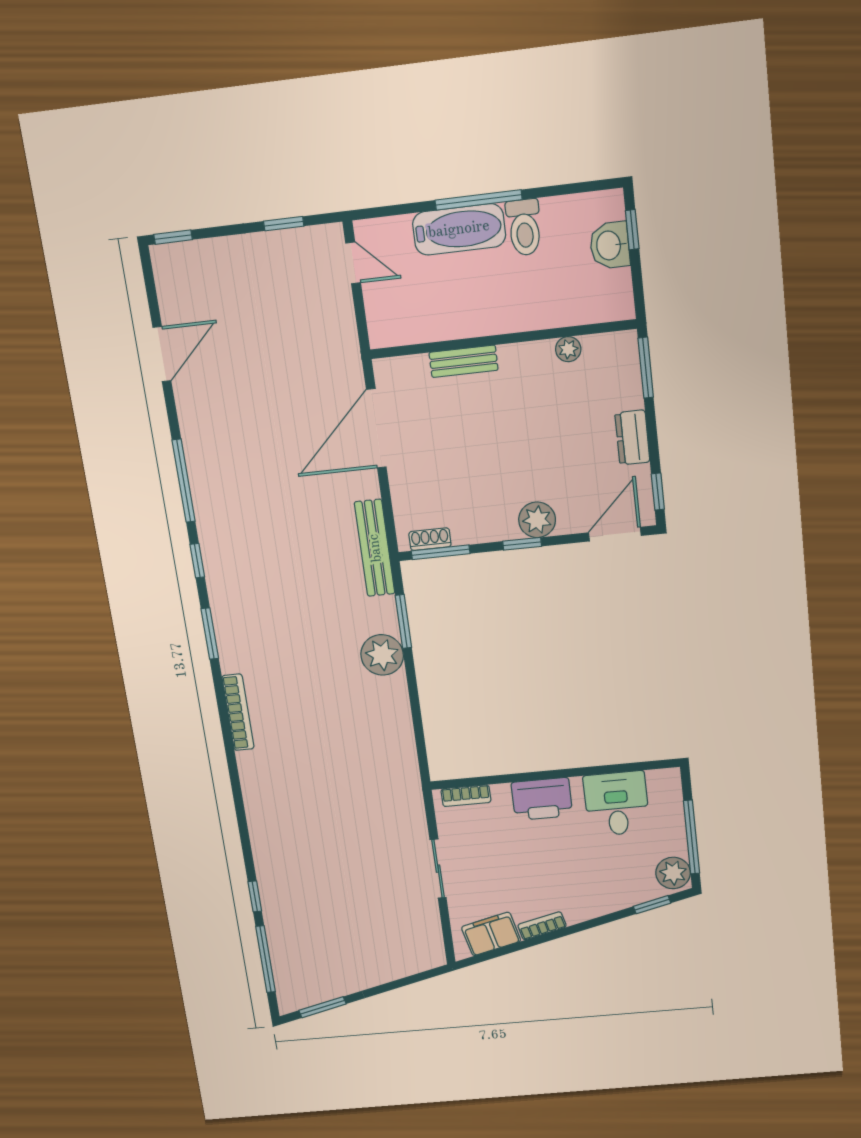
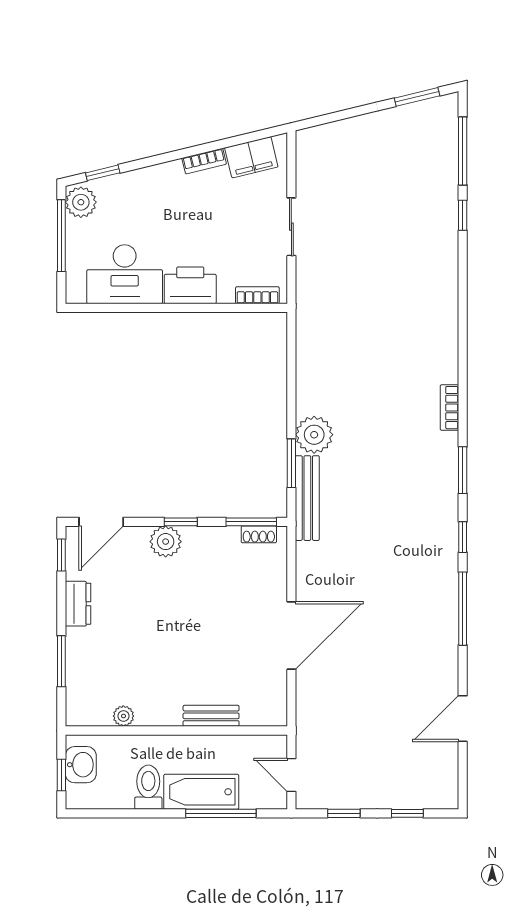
window: (479, 200) -> (221, 813), moved
window: (173, 237) -> (407, 813), moved
wall: (503, 339) -> (176, 730), moved
plant: (568, 349) -> (123, 716), moved
bench: (464, 361) -> (211, 716), moved
bench: (375, 548) -> (307, 498), moved
bookcase: (238, 712) -> (449, 408), width x0.64
desk: (617, 804) -> (125, 274), width x1.37

